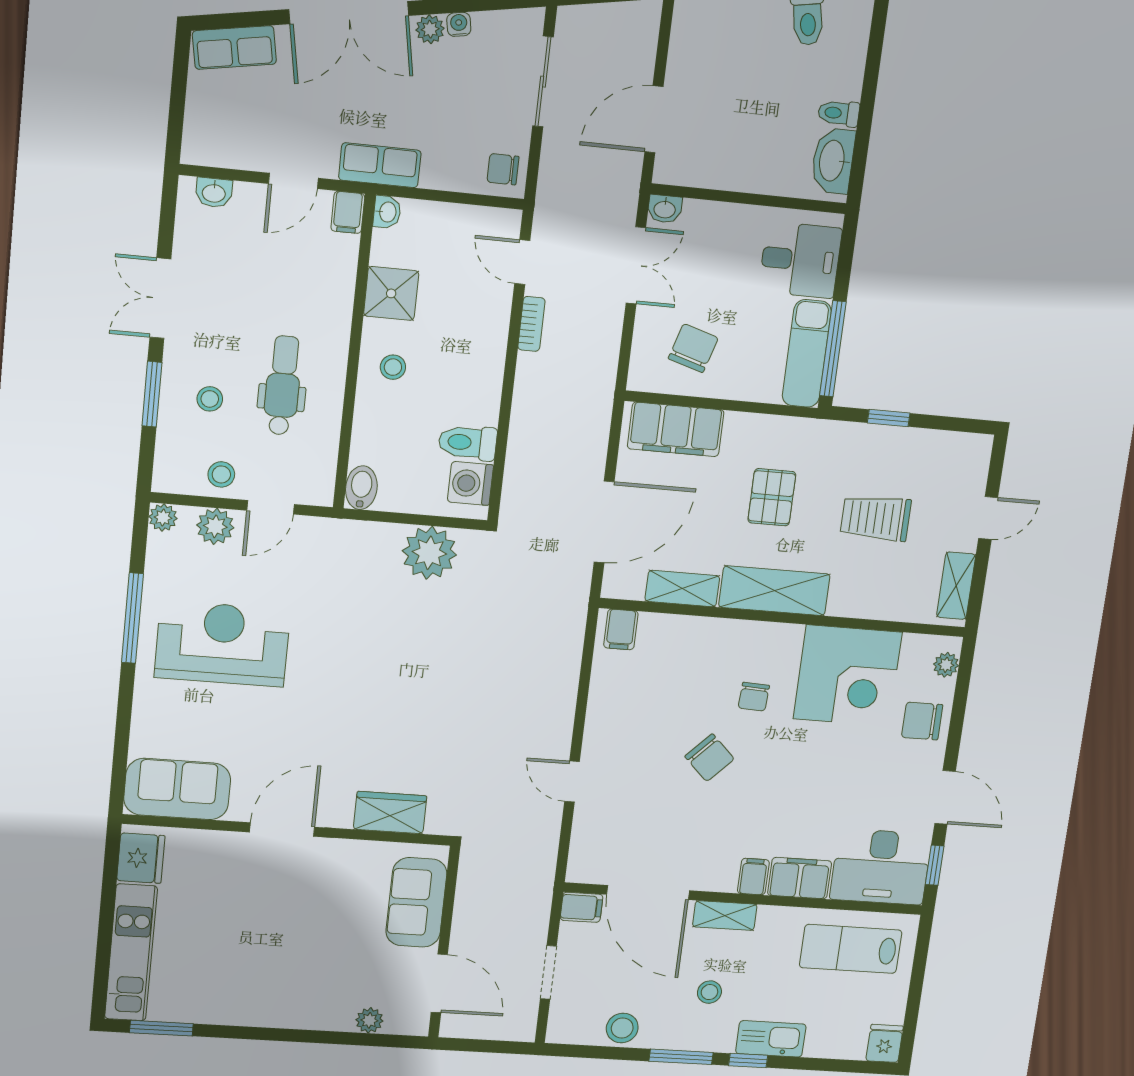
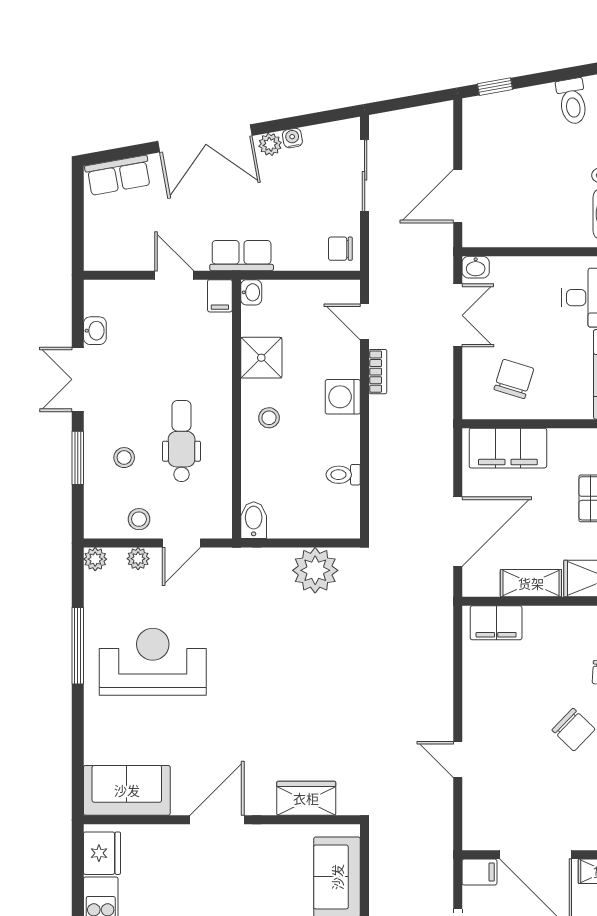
door: (293, 181) -> (174, 275), swing flipped
washbasin: (214, 193) -> (95, 331), moved, turned -90
toilet: (468, 443) -> (343, 475), width x0.73, depth x0.72
washing machine: (470, 483) -> (343, 397), moved
plant: (215, 526) -> (138, 559), width x0.73, depth x0.73
filing cabinet: (621, 629) -> (496, 623), width x2.00

